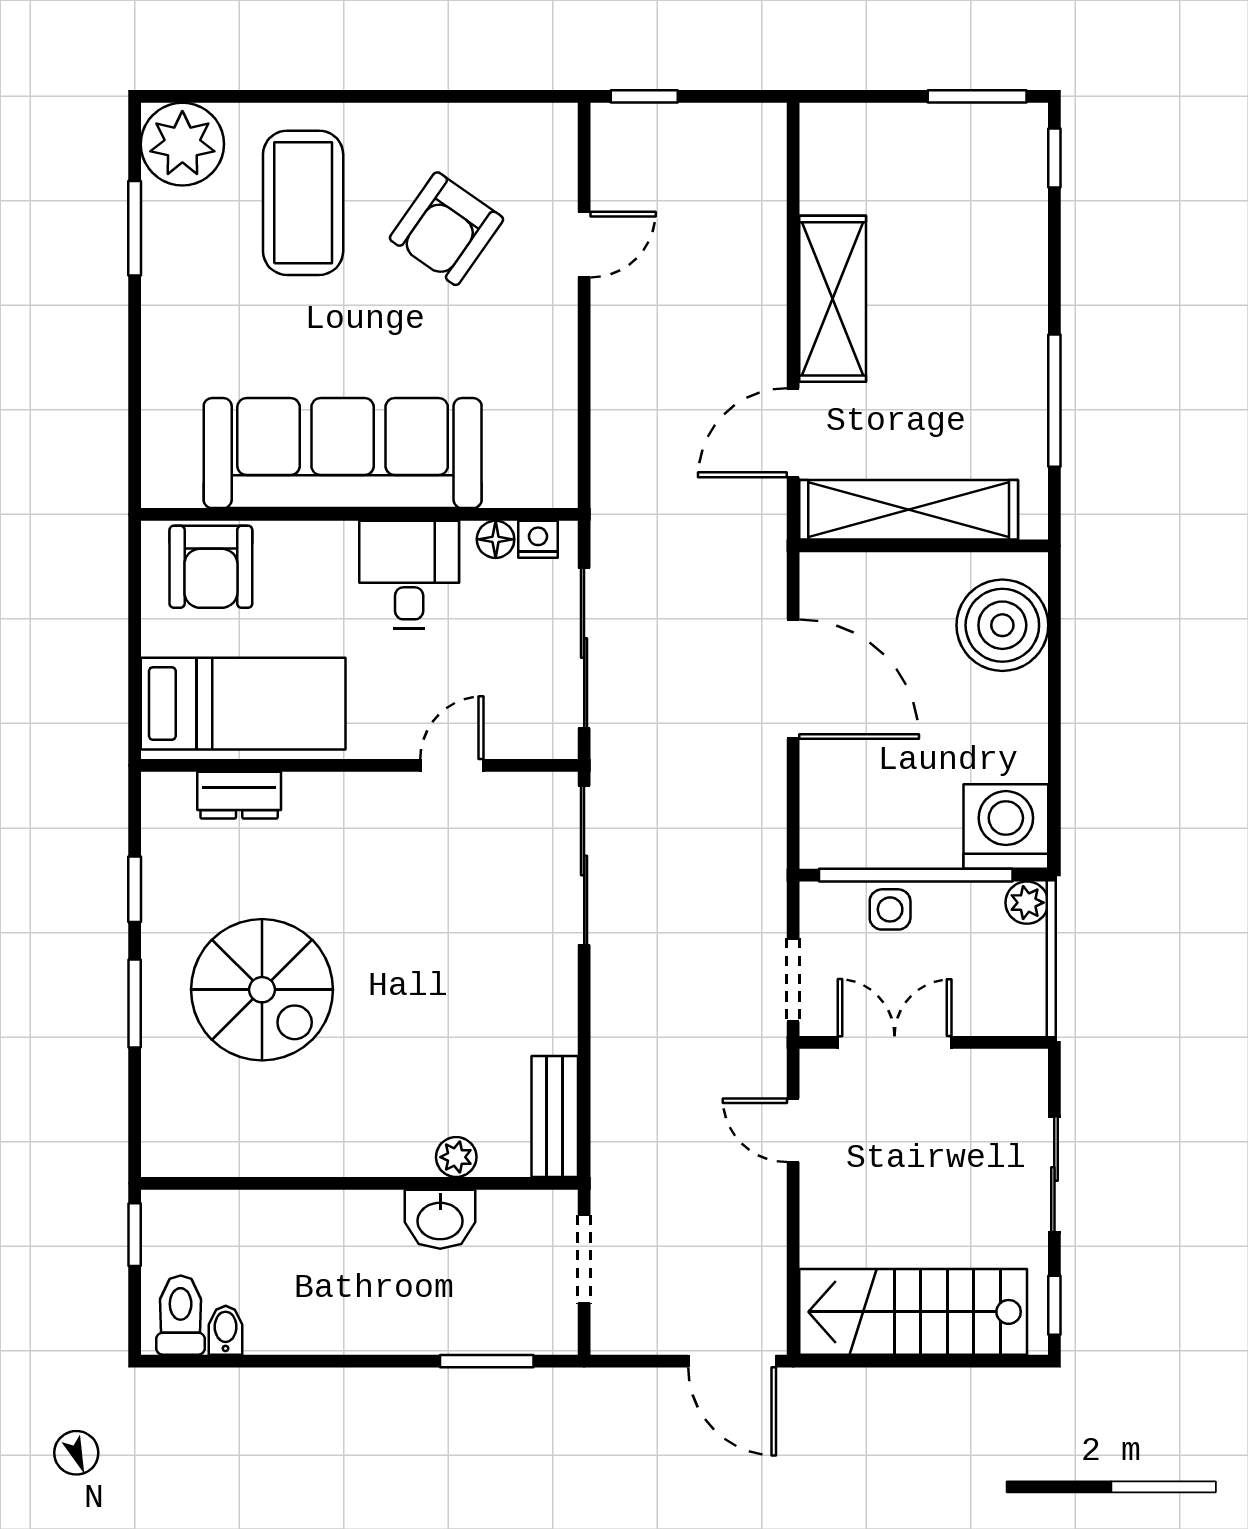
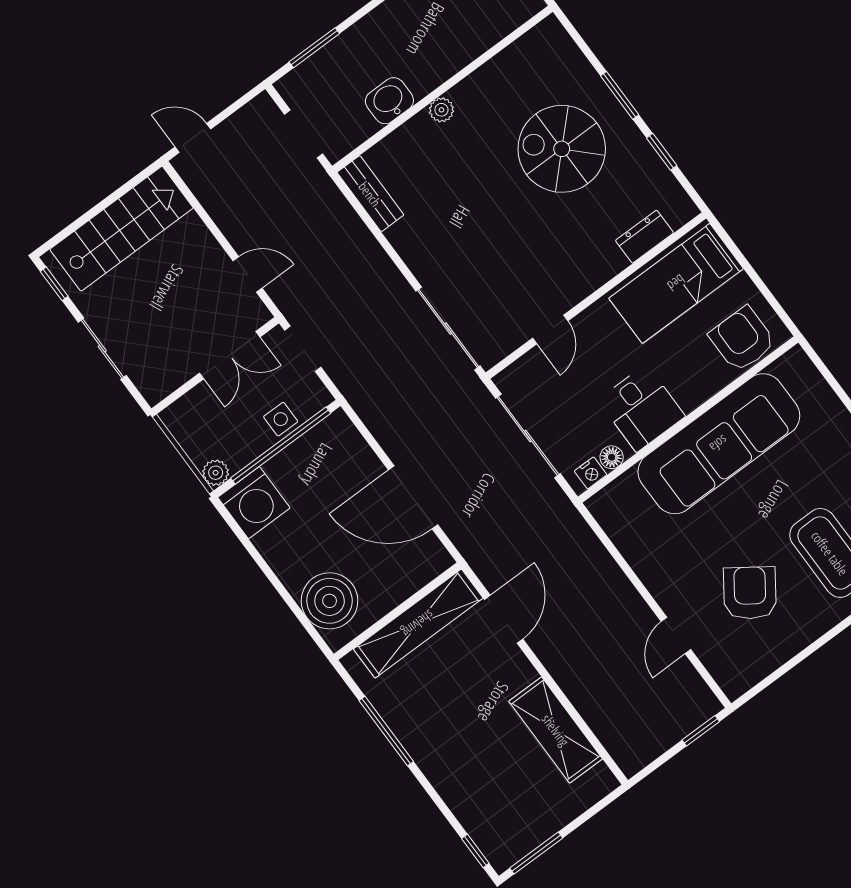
shelving: (833, 299) -> (556, 730), moved
plant: (456, 1157) -> (441, 110), moved
door: (732, 1361) -> (193, 138), width x0.73

